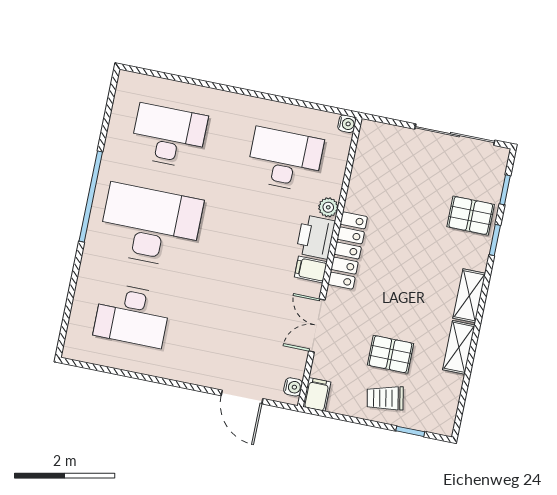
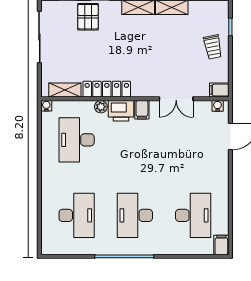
desk: (169, 136) -> (77, 215), turned 180
shelving: (365, 157) -> (65, 90), added
desk: (151, 226) -> (135, 215), width x0.73, depth x0.77
locker: (348, 251) -> (107, 89), moved
filing cabinet: (78, 349) -> (221, 245), added
pallet: (390, 354) -> (185, 49), removed

